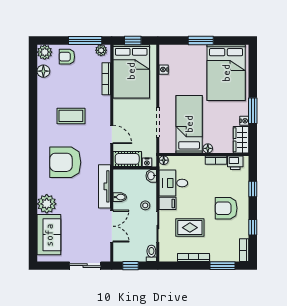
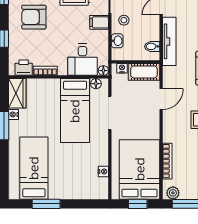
window: (201, 40) -> (46, 204), moved
bed: (226, 73) -> (34, 168), width x0.67
door: (112, 134) -> (161, 99), swing flipped
floor lamp: (208, 148) -> (96, 84), moved
washbasin: (151, 176) -> (117, 41), moved
desk: (173, 183) -> (83, 60), moved, turned 90
bidet: (120, 197) -> (152, 46), moved
armchair: (226, 208) -> (34, 17), turned 180

